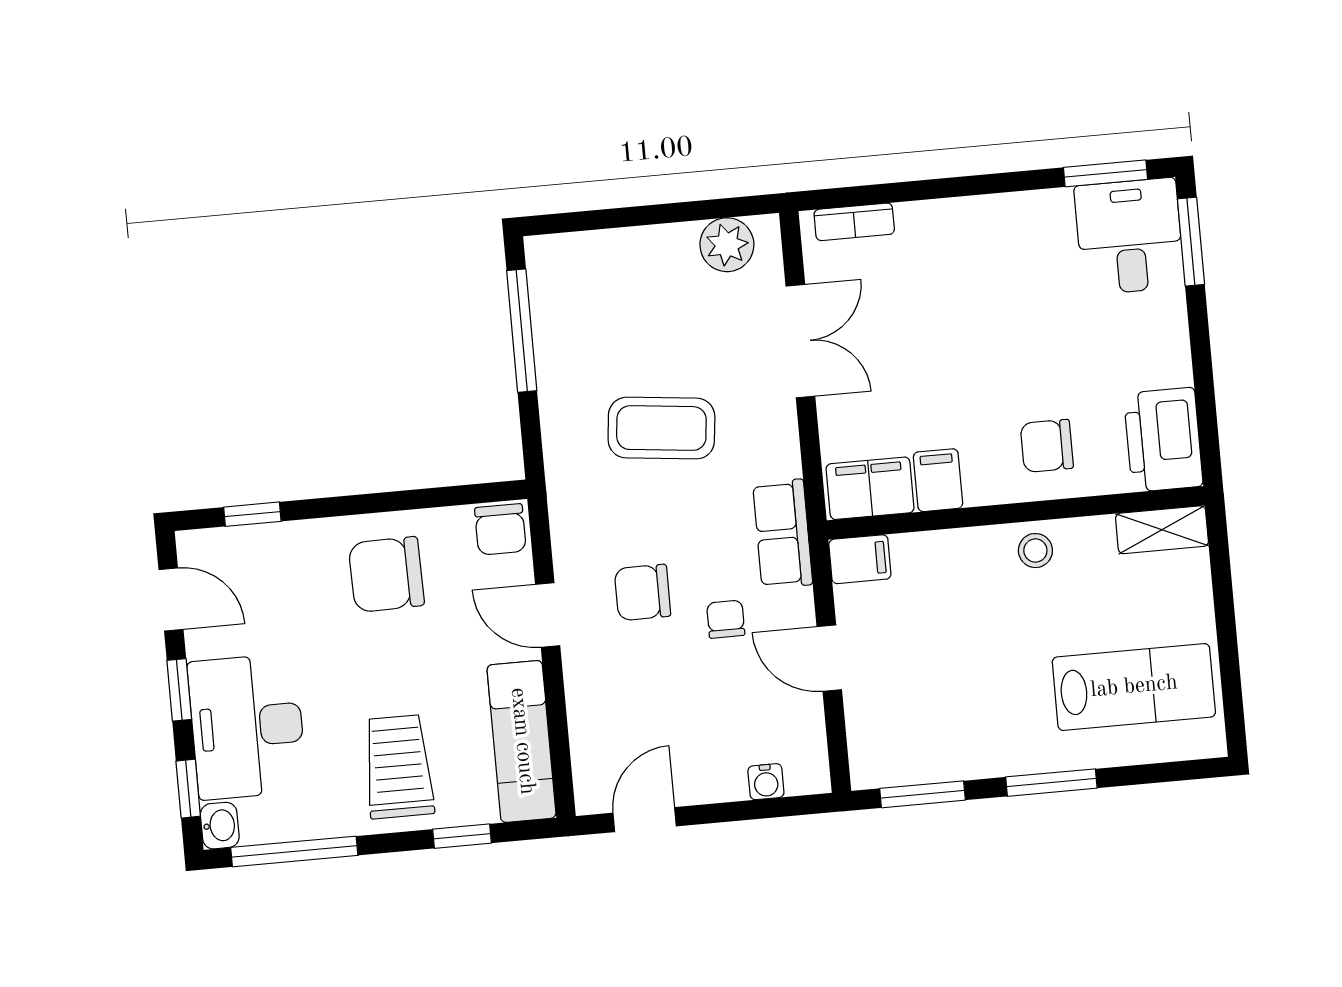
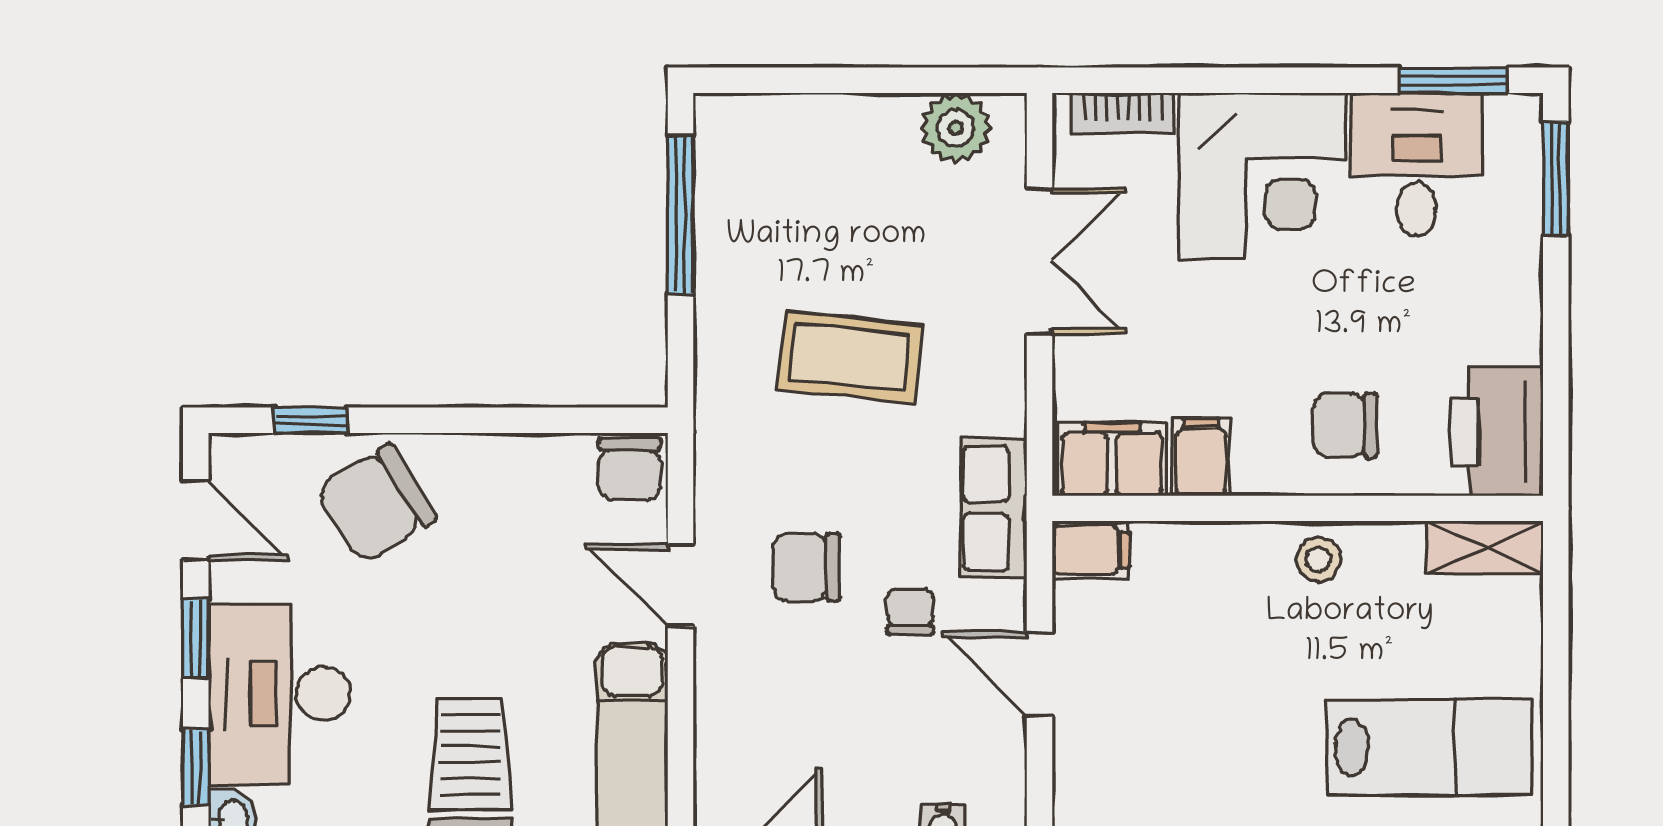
desk: (1129, 236) -> (1416, 164), moved
corner desk: (965, 260) -> (1262, 176), added
chair: (386, 574) -> (376, 504), moved, turned -31

